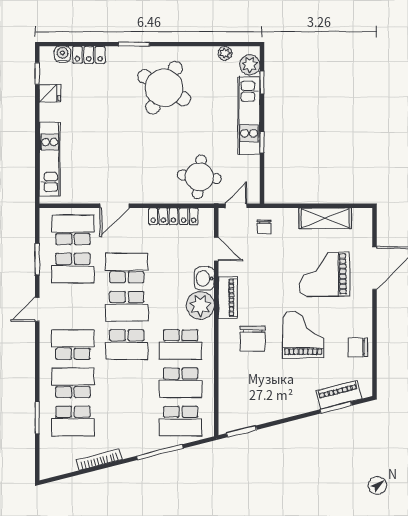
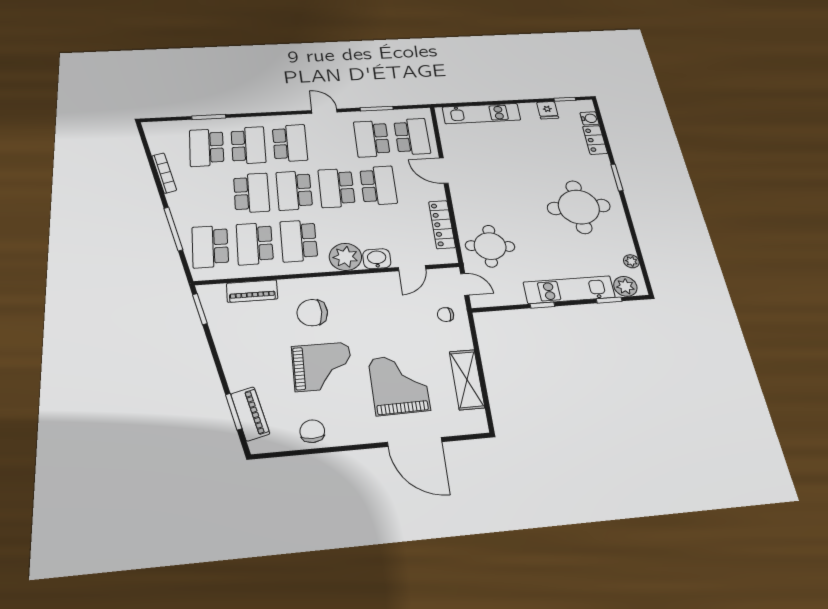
round table: (164, 88) -> (579, 207), turned -30
piano: (228, 298) -> (252, 291), moved
school desk: (127, 383) -> (251, 193), added

